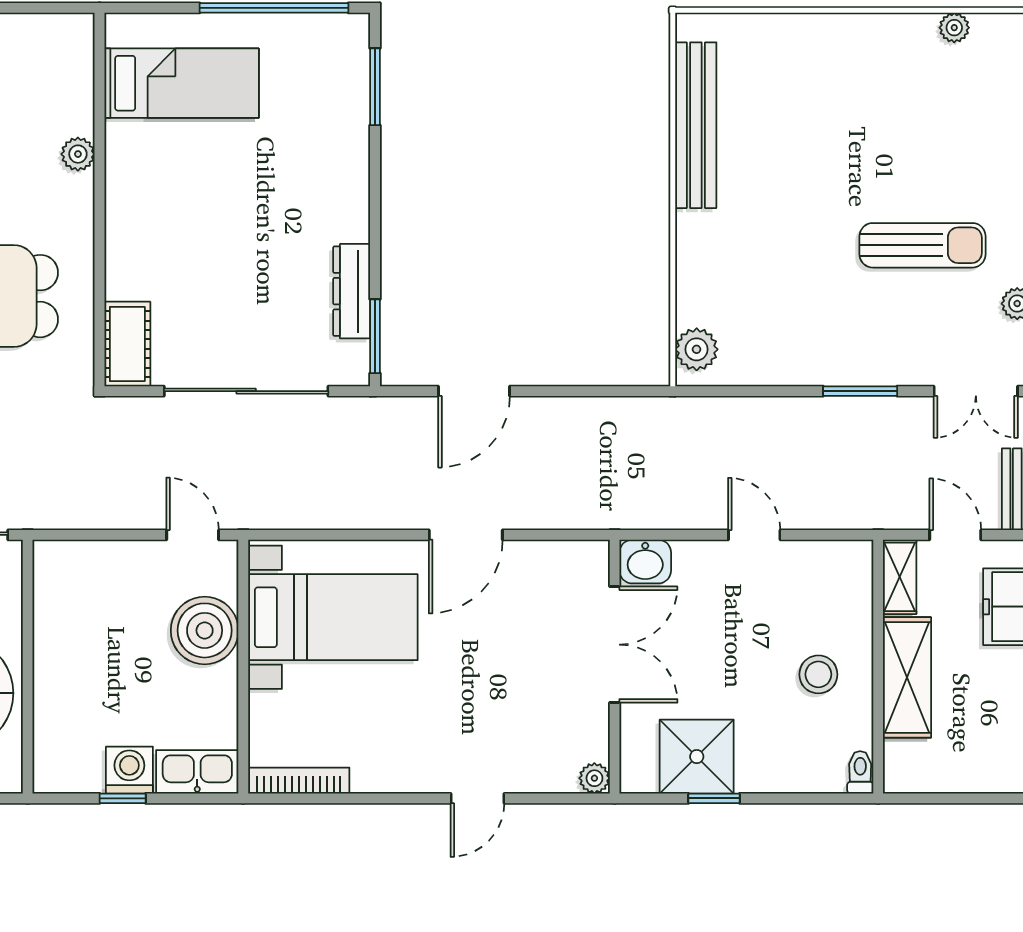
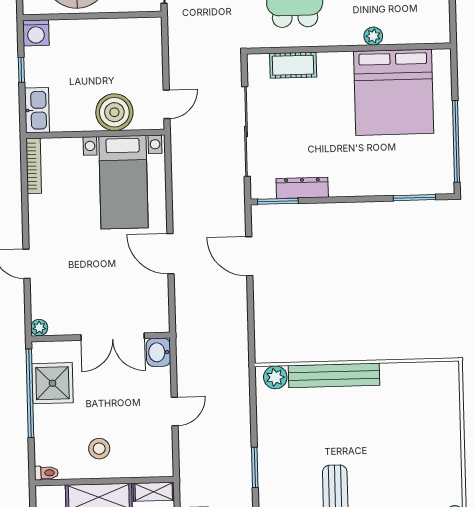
bed: (182, 83) -> (394, 92), width x2.04
bench: (696, 125) -> (334, 375), moved
cot: (127, 344) -> (293, 65), moved
washing machine: (129, 770) -> (36, 33), moved, turned 90
window: (714, 798) -> (30, 393), width x3.17

